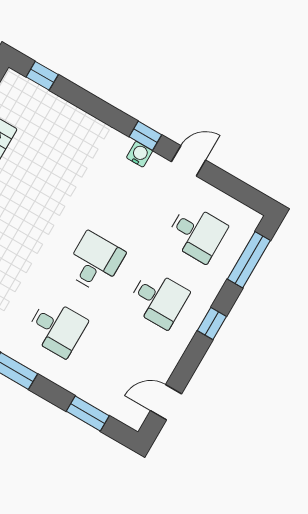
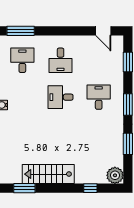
desk: (158, 299) -> (61, 60), turned 180
window: (212, 323) -> (58, 31), removed

